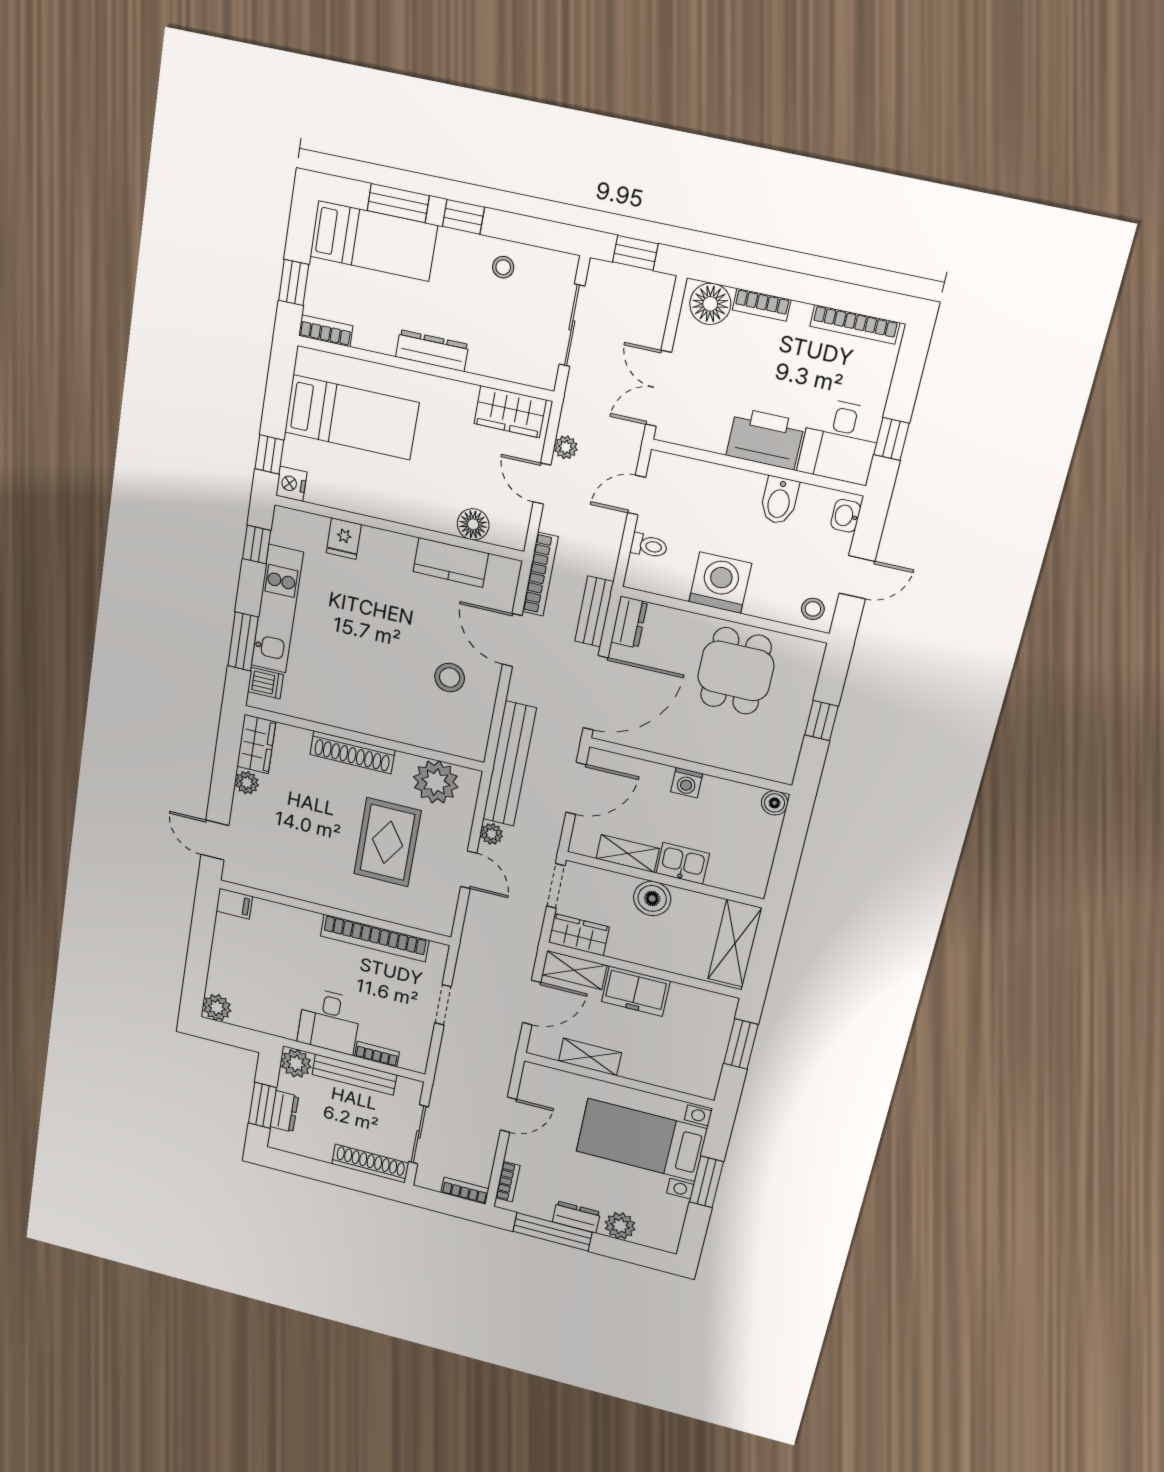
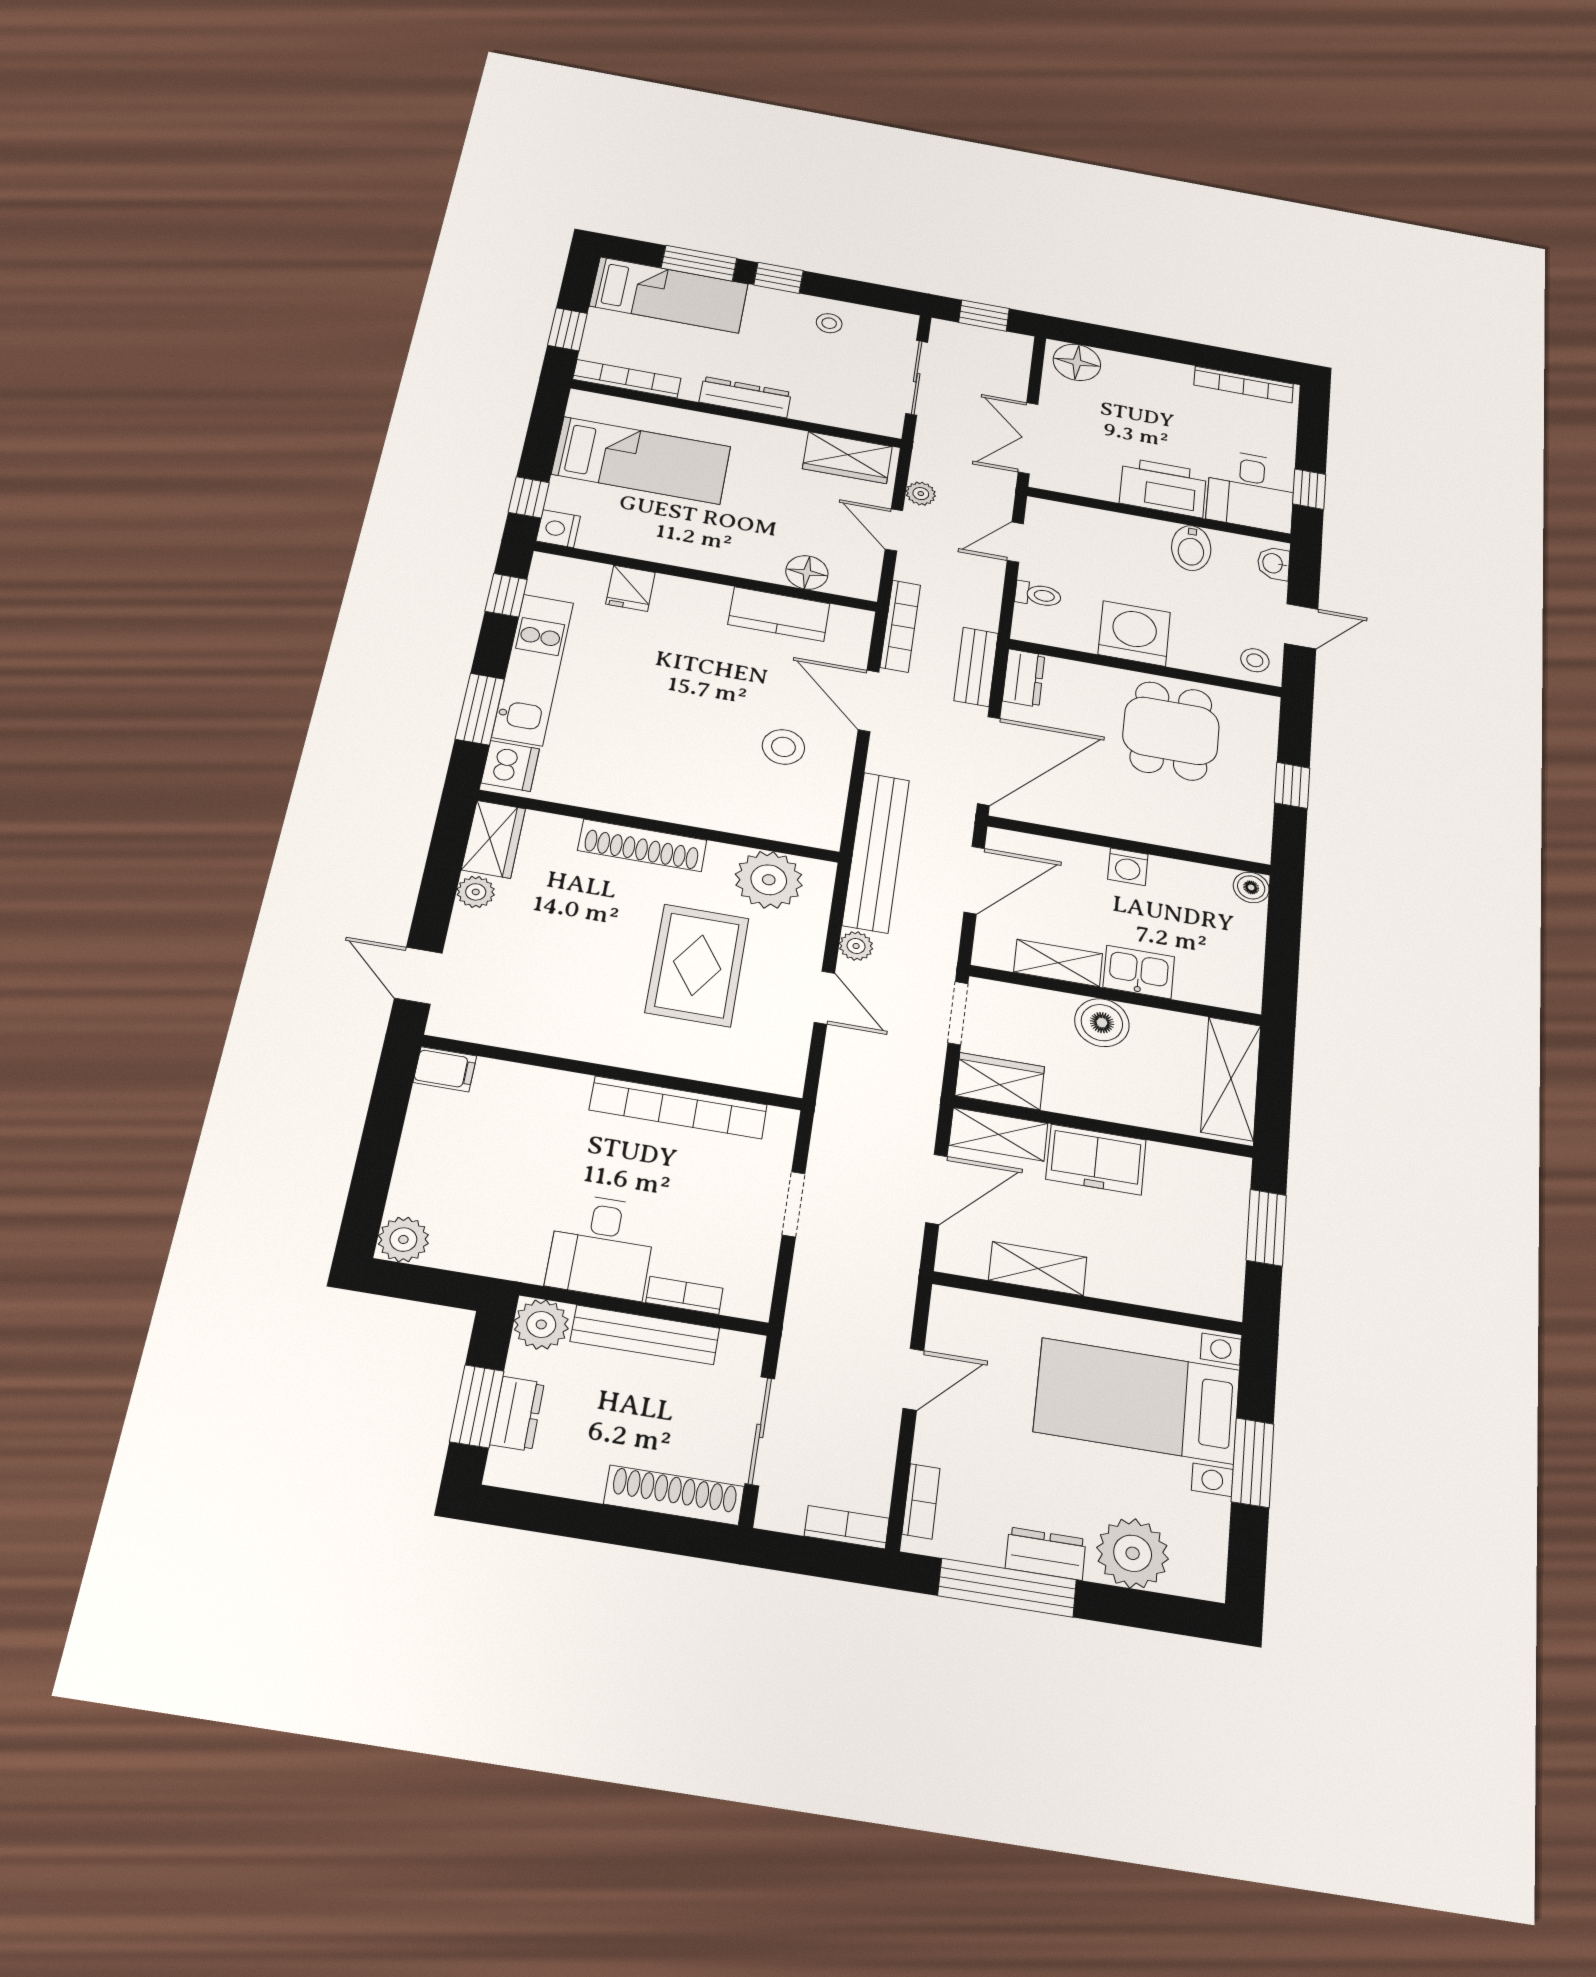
bookcase: (762, 305) -> (1136, 365), removed
bookcase: (326, 331) -> (627, 379), width x1.56
dishwasher: (266, 683) -> (510, 766), width x1.38
plant: (620, 1226) -> (1133, 1553), width x1.36, depth x1.36

